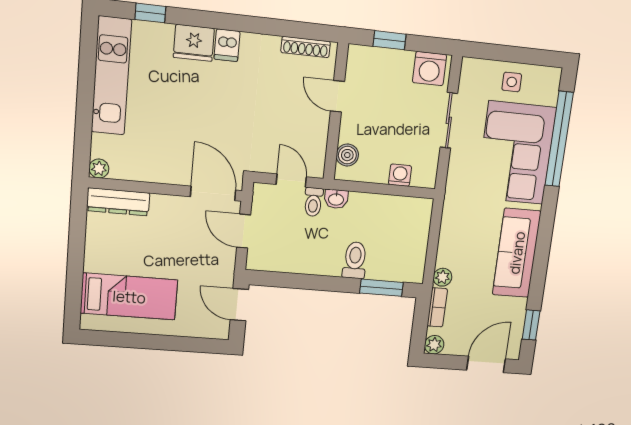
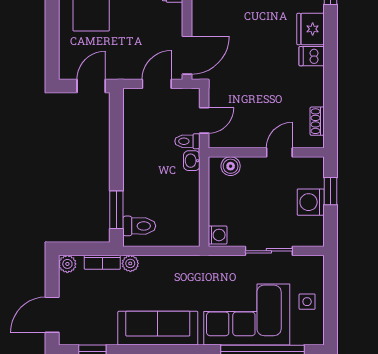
shoe rack: (306, 47) -> (317, 121), width x0.70
washing machine: (429, 69) -> (311, 202), moved
washing machine: (400, 175) -> (218, 235), moved
toilet: (355, 260) -> (139, 226), moved
door: (486, 364) -> (52, 315), swing flipped

